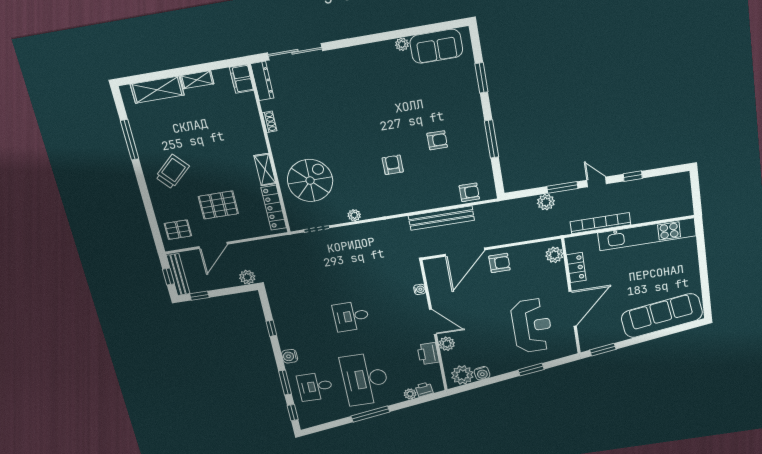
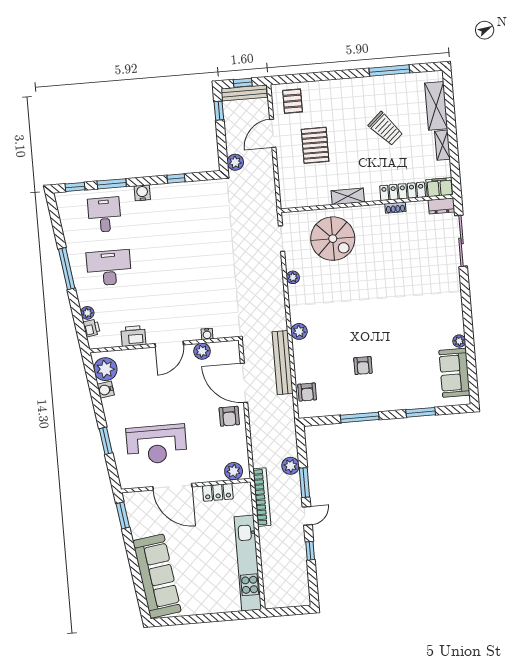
dresser: (262, 81) -> (441, 206), width x0.70
armchair: (393, 165) -> (342, 321), removed
trolley: (172, 172) -> (386, 129), moved
plant: (408, 205) -> (299, 331), added
locker: (274, 208) -> (403, 191), moved
bookcase: (600, 223) -> (262, 497), moved
door: (213, 245) -> (273, 133), hinge flipped
desk: (351, 316) -> (183, 262), removed
plant: (447, 344) -> (202, 351), moved
desk: (365, 379) -> (109, 268), width x0.73, depth x0.77

